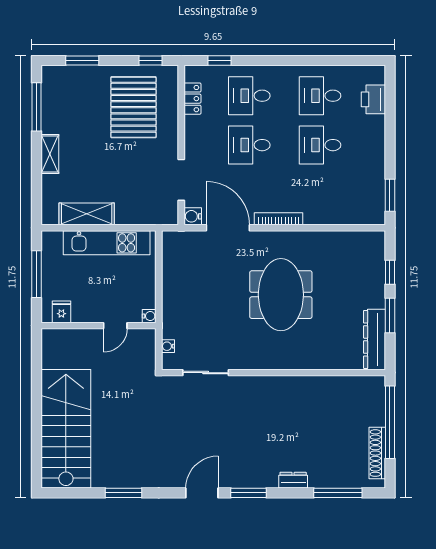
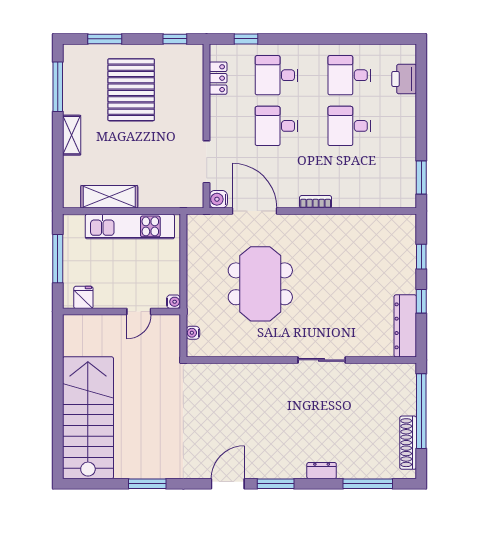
pallet: (133, 107) -> (131, 90), moved
bookcase: (279, 219) -> (316, 202), width x0.64
meeting table: (281, 295) -> (260, 284), moved
window: (390, 316) -> (421, 301), width x0.67
sliding door: (206, 373) -> (322, 360), moved

